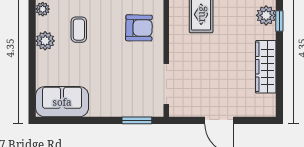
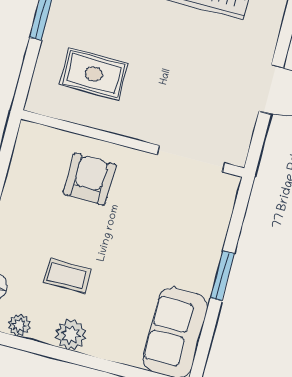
window: (137, 120) -> (222, 276), moved

